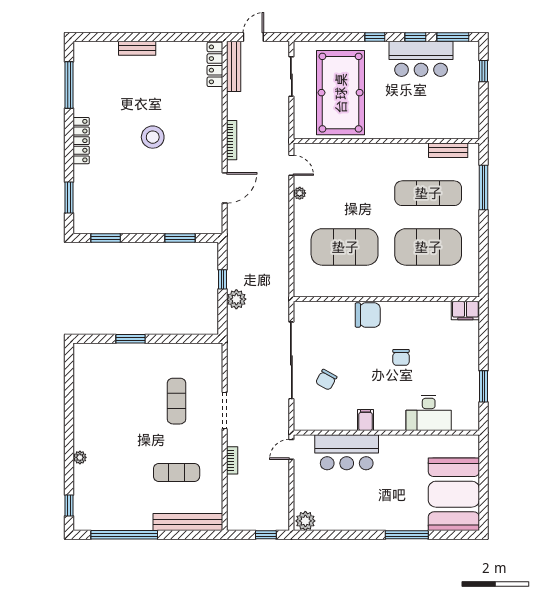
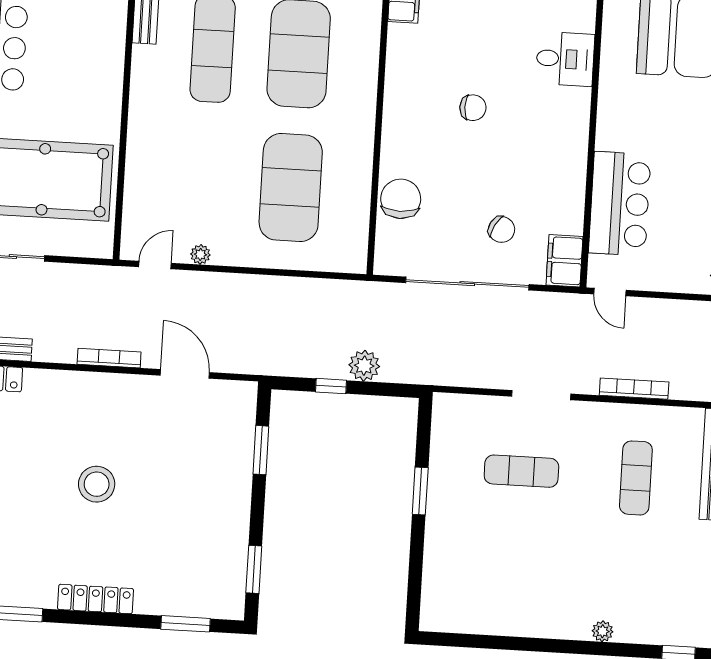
chair: (368, 315) -> (401, 199), moved
window: (130, 339) -> (420, 491), moved
desk: (429, 413) -> (565, 59), width x0.73
filing cabinet: (366, 420) -> (565, 261), moved, width x2.00
bookcase: (232, 460) -> (634, 389), width x1.56

